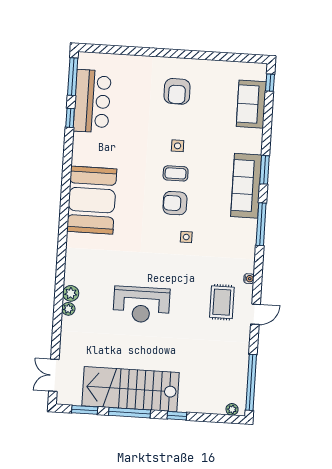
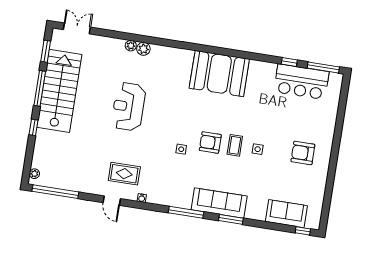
armchair: (175, 203) -> (210, 143), turned -90

